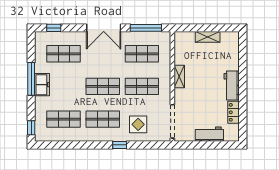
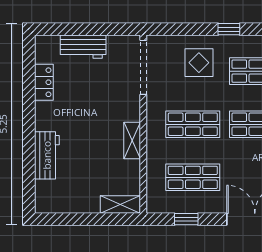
window: (146, 28) -> (186, 219), width x0.46
shelving: (208, 37) -> (120, 205), moved
workbench: (232, 86) -> (47, 155), moved

